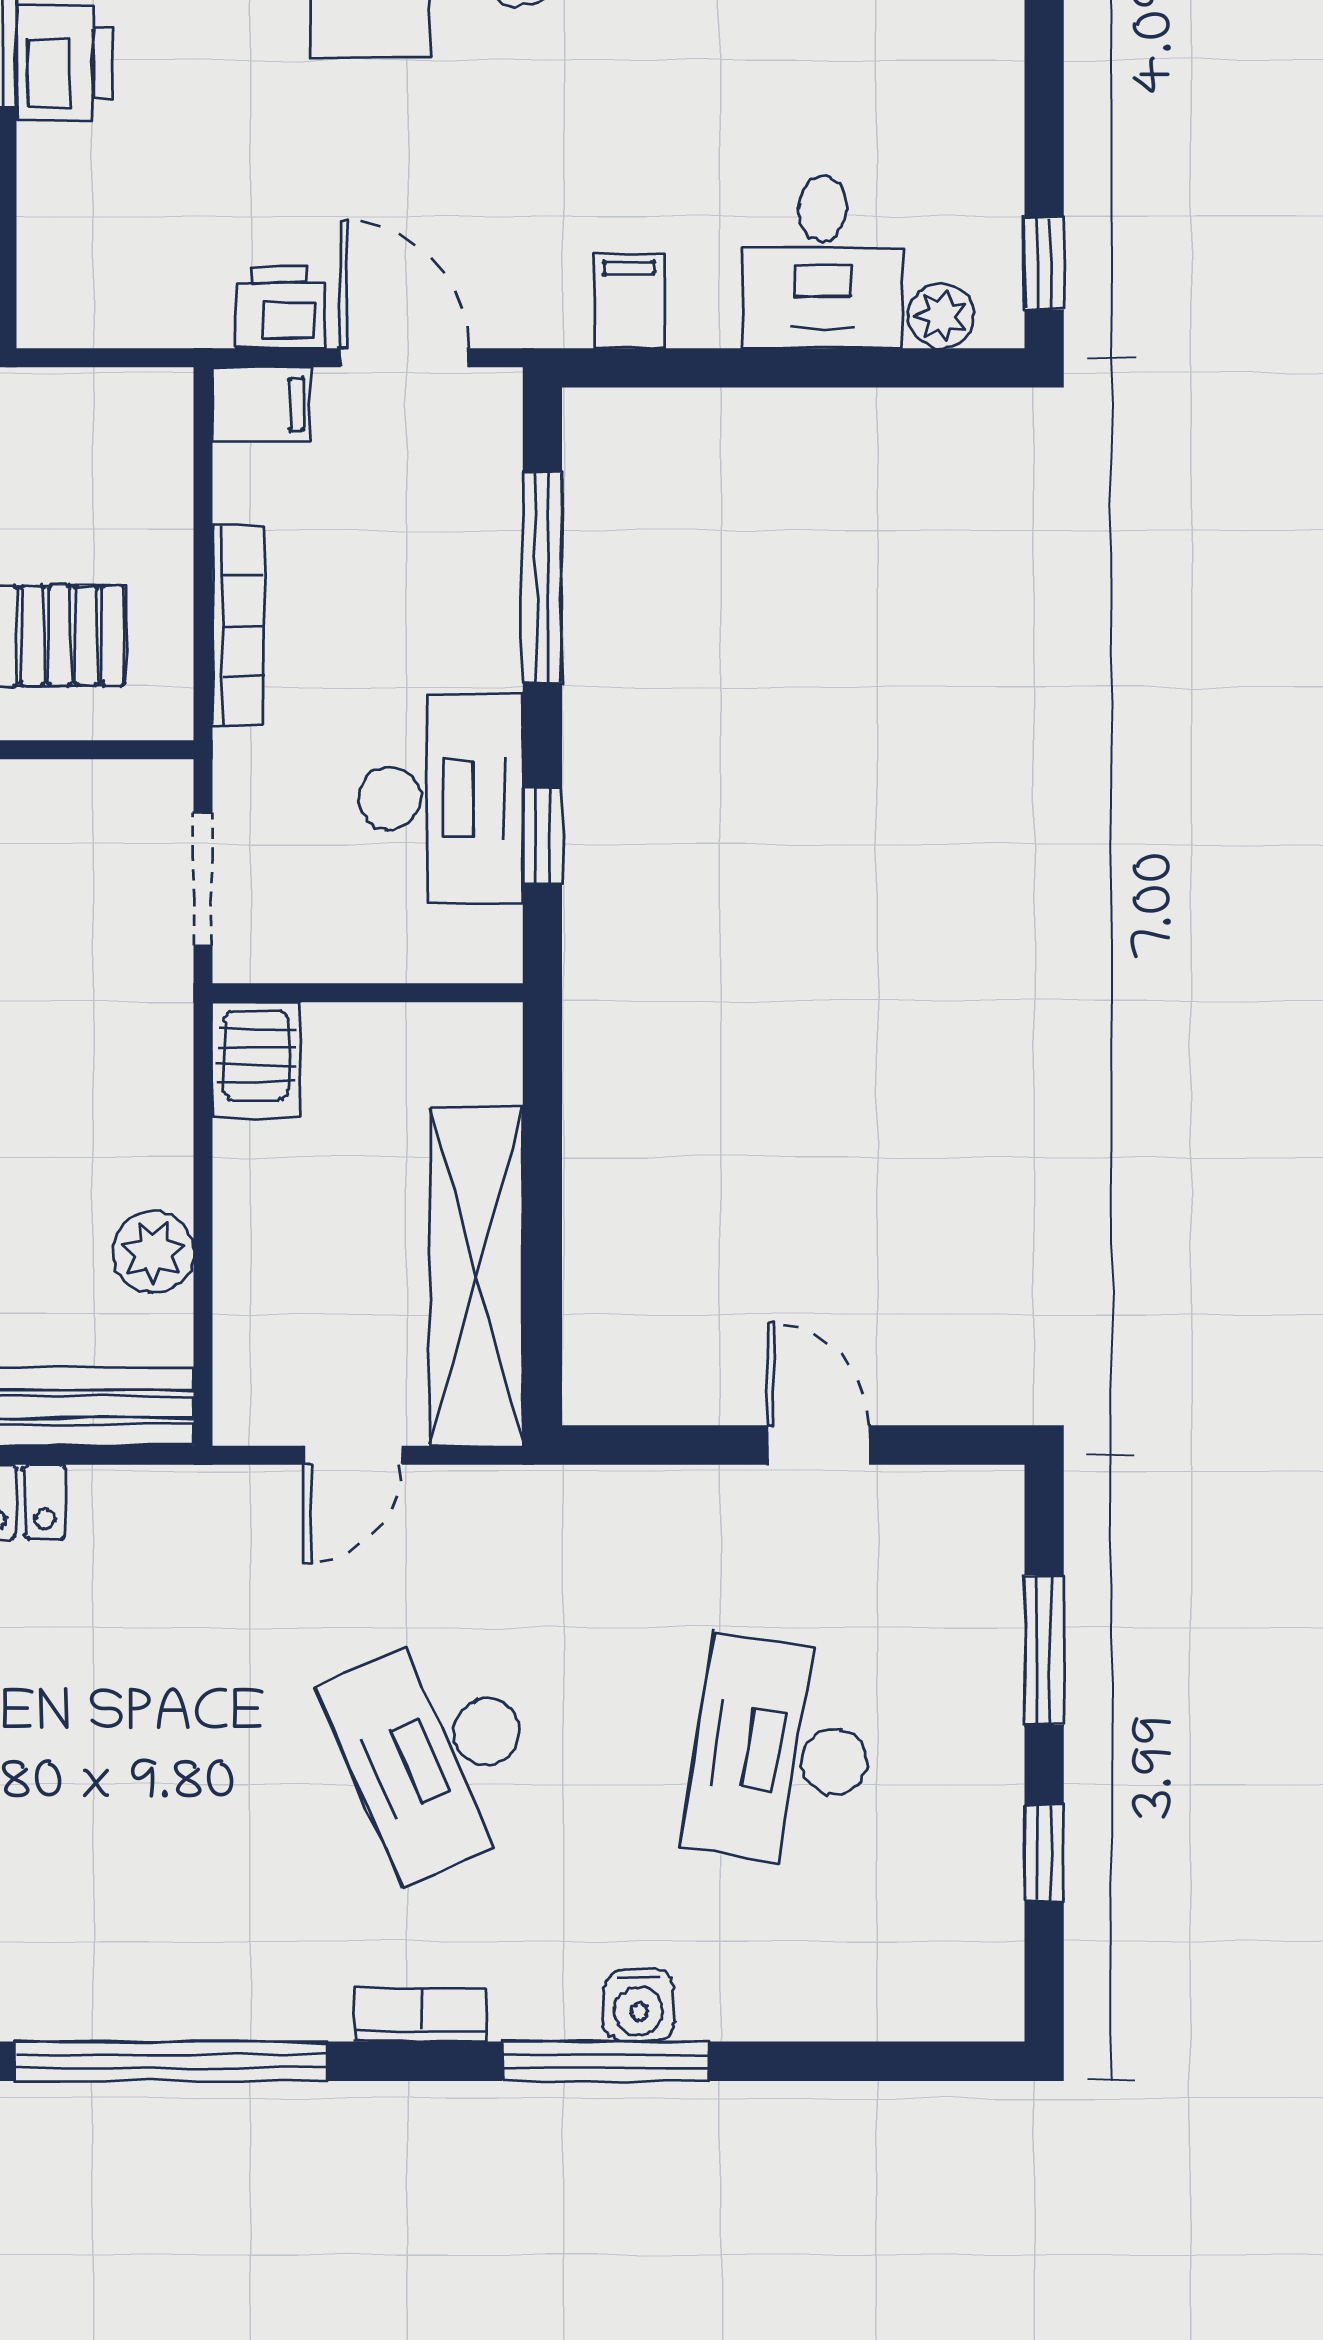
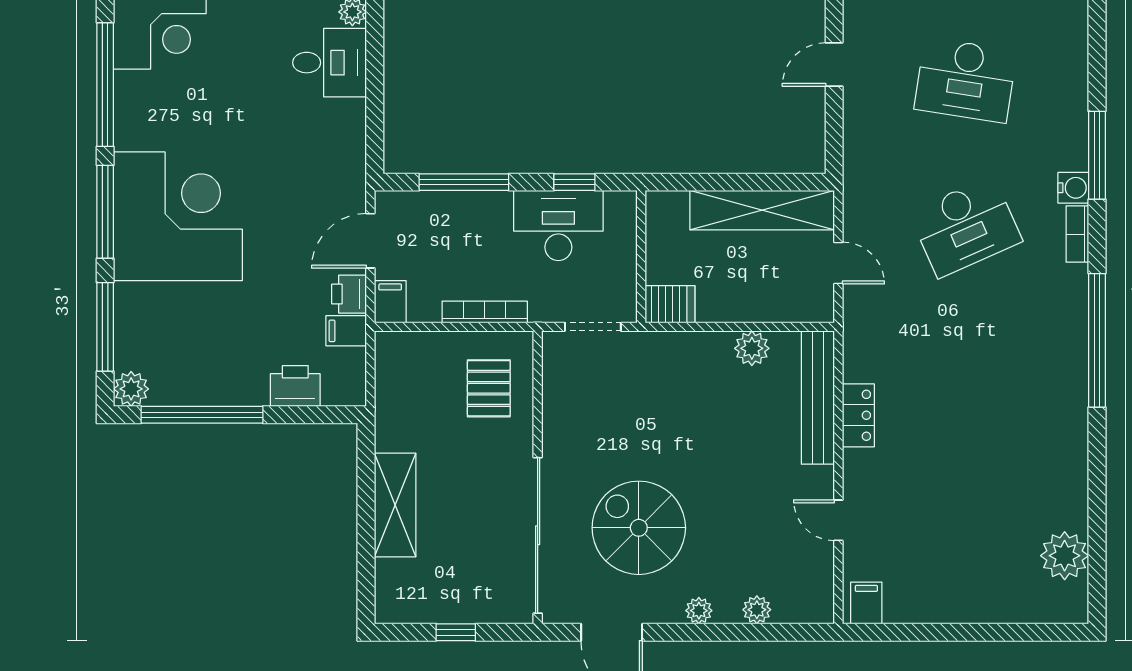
printer: (64, 63) -> (295, 386), moved
filing cabinet: (629, 301) -> (346, 331), moved
water cooler: (639, 2006) -> (1073, 188), moved

